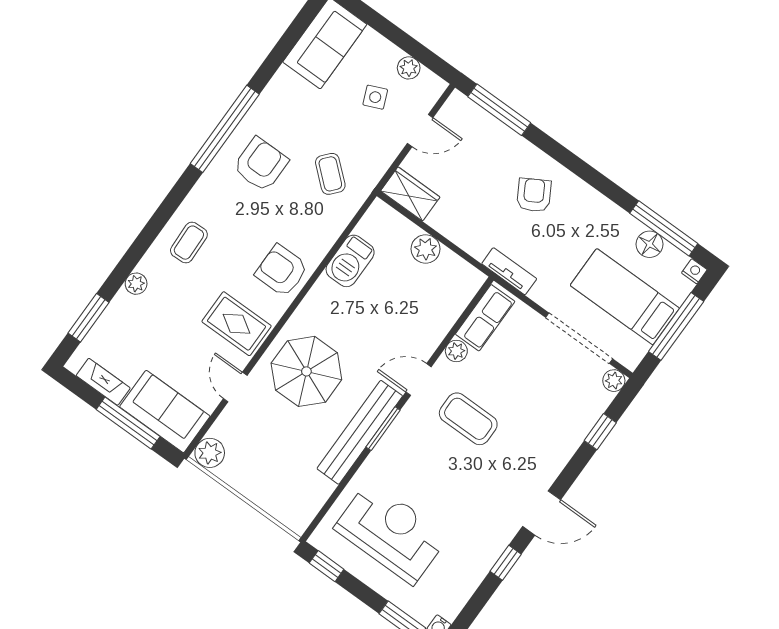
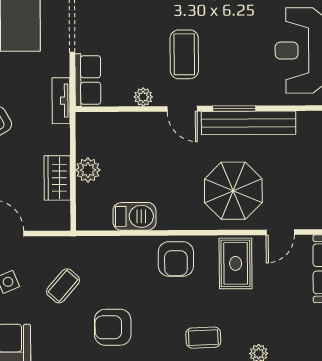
coffee table: (330, 174) -> (63, 286), moved
wardrobe: (410, 194) -> (57, 178), moved
row of seats: (485, 318) -> (88, 80), moved, turned 90

